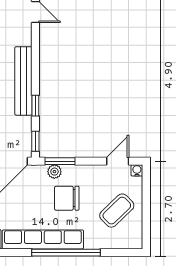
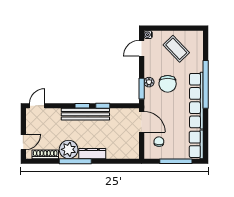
window: (35, 141) -> (82, 106), moved
door: (118, 161) -> (142, 48), hinge flipped
plant: (54, 172) -> (149, 82), moved

